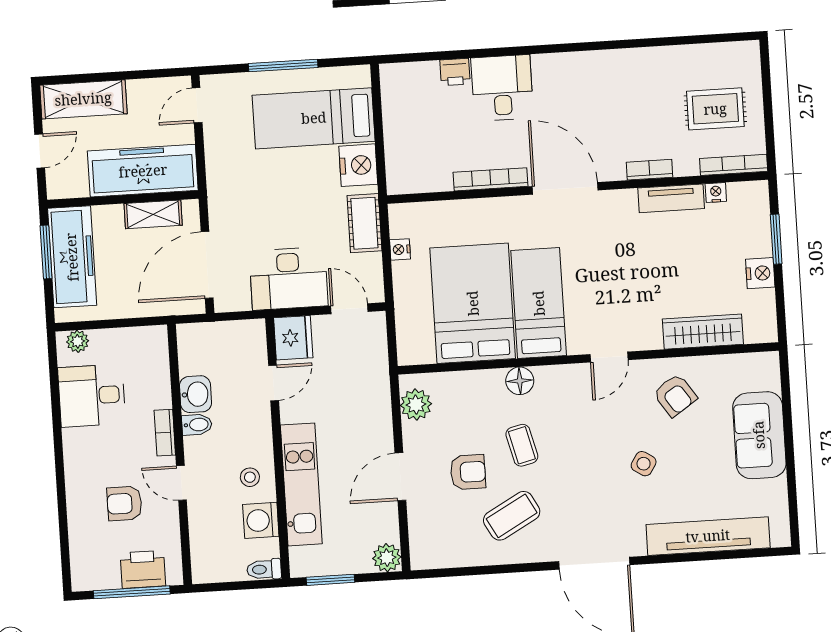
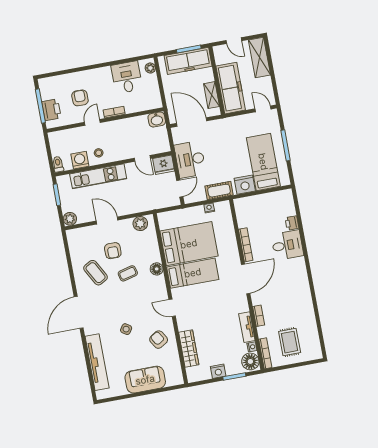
floor lamp: (747, 200) -> (250, 361), added
washbasin: (195, 394) -> (157, 119), moved
armchair: (675, 395) -> (159, 340), turned 92
bidet: (197, 425) -> (119, 126), removed

